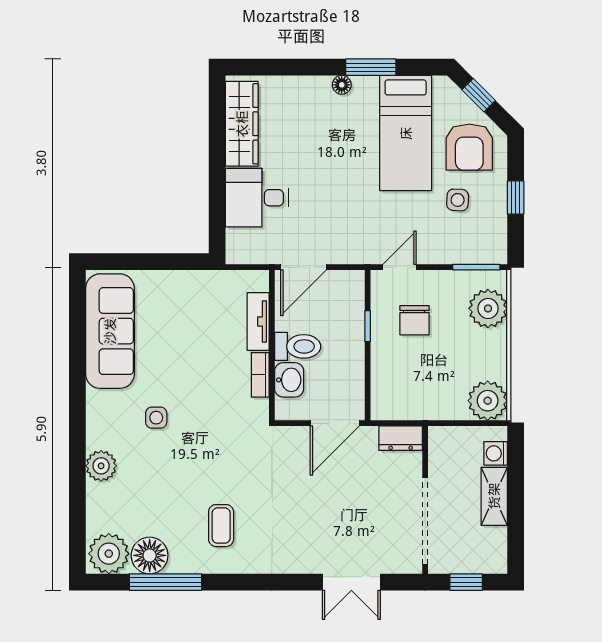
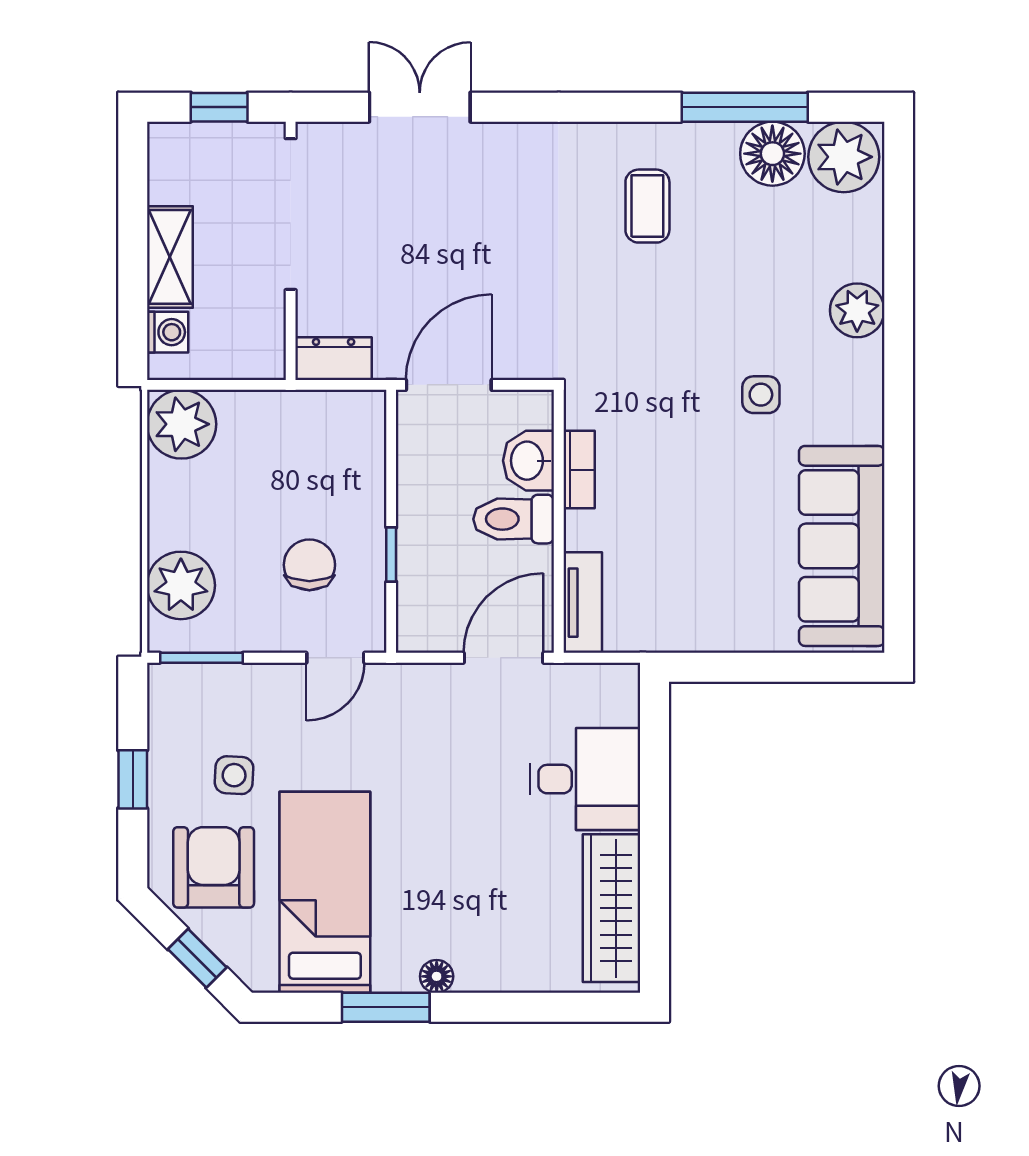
tv unit: (258, 322) -> (583, 603), moved

